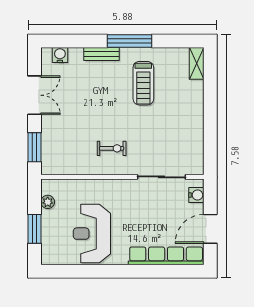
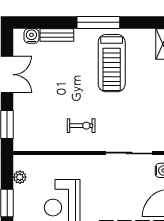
bench: (102, 54) -> (57, 35), moved
treadmill: (143, 83) -> (112, 63), width x1.37, depth x1.38

